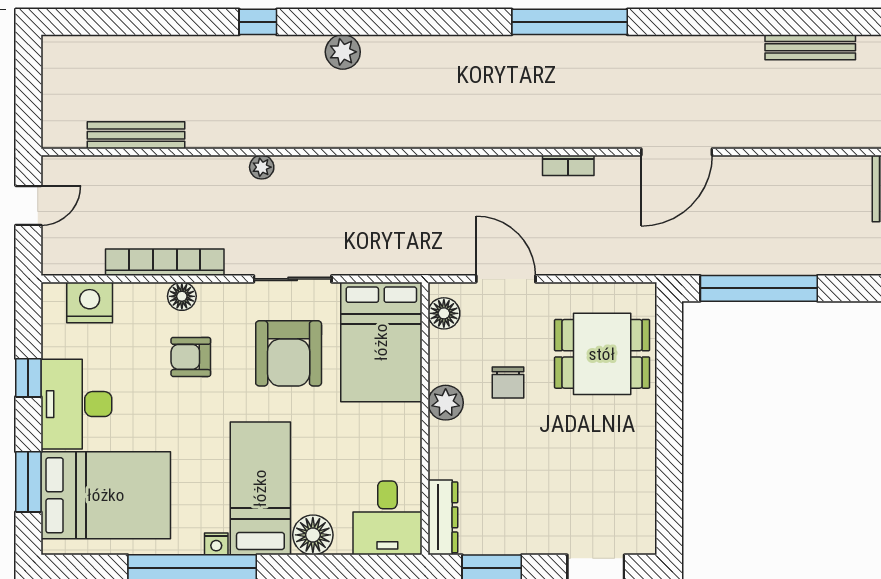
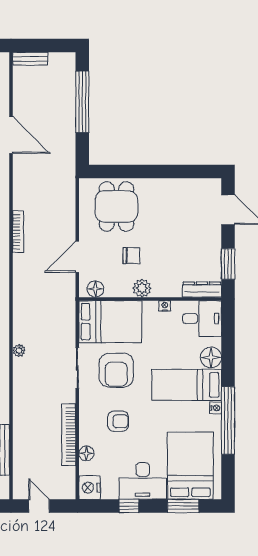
door: (677, 152) -> (11, 135), moved
bookcase: (568, 165) -> (18, 232), width x1.56
plant: (262, 167) -> (19, 351), moved
window: (759, 288) -> (82, 102), moved
floor lamp: (182, 296) -> (86, 453), moved
nightstand: (90, 302) -> (90, 488), moved
armchair: (289, 353) -> (116, 370), turned 90
armchair: (191, 357) -> (118, 421), turned -90
nightstand: (412, 446) -> (165, 306), added

